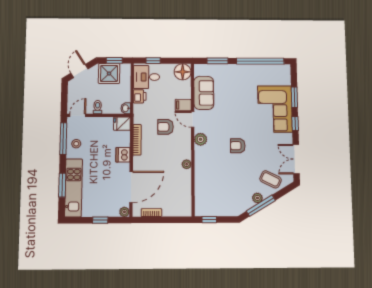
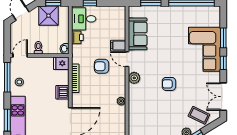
floor lamp: (183, 72) -> (118, 14), removed

